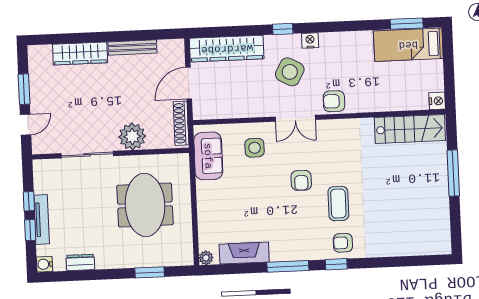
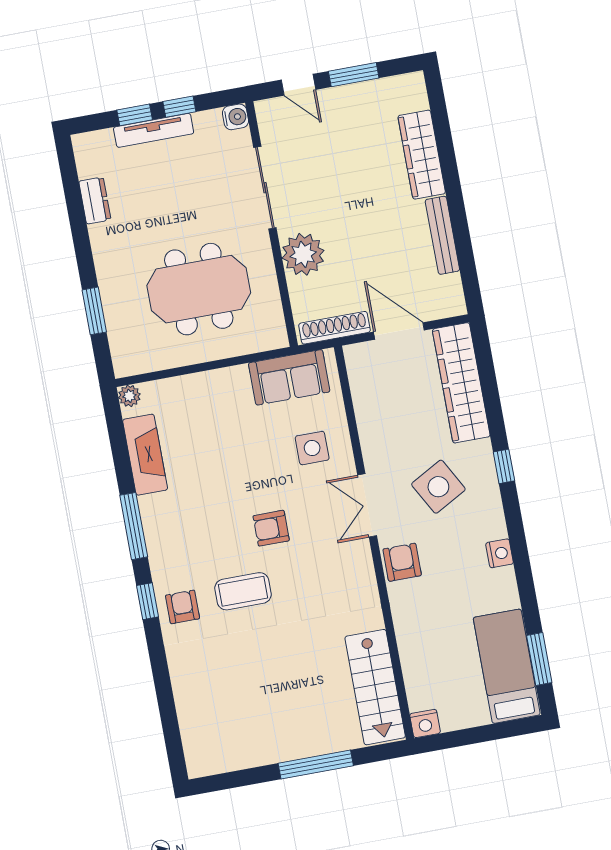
nightstand: (310, 41) -> (500, 553), moved
side table: (290, 72) -> (438, 487), turned 32
water cooler: (44, 264) -> (235, 117), moved, turned 90

